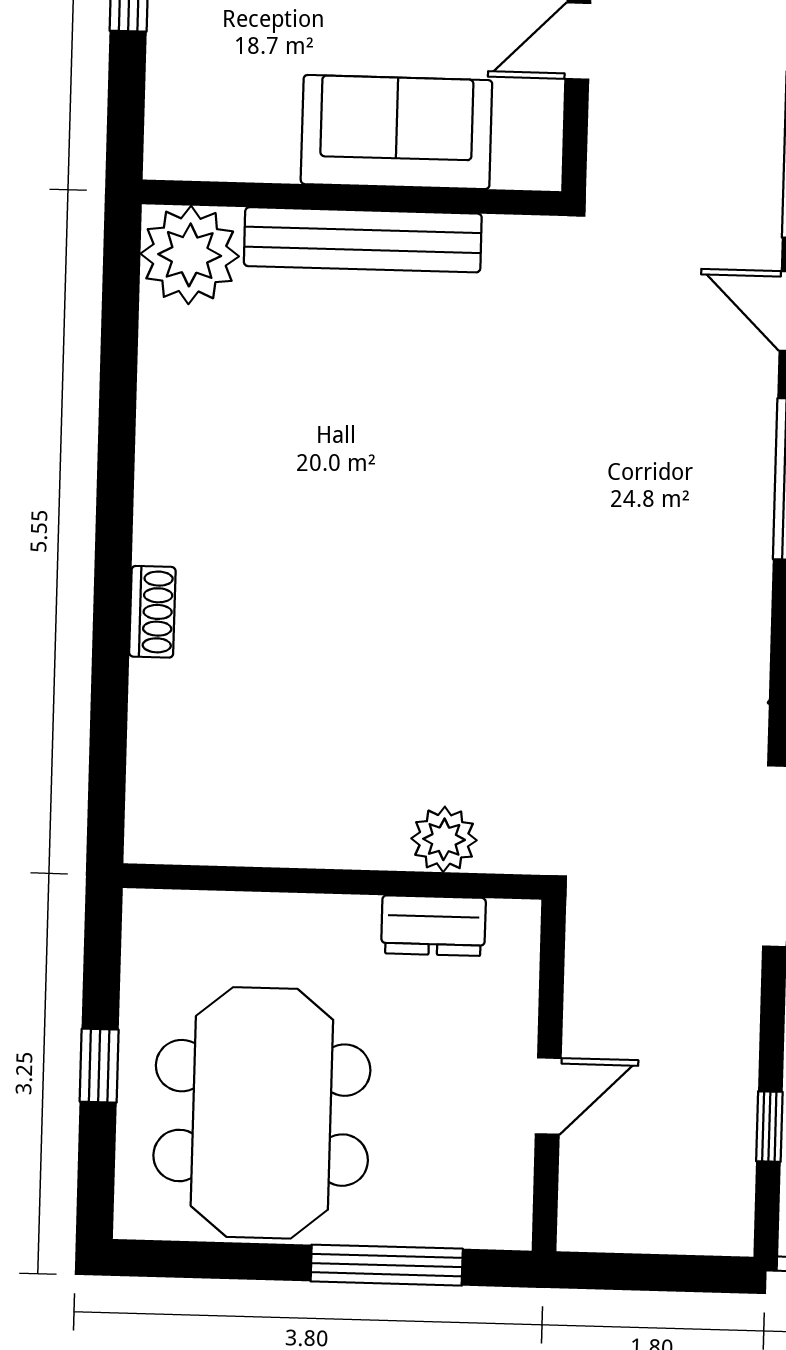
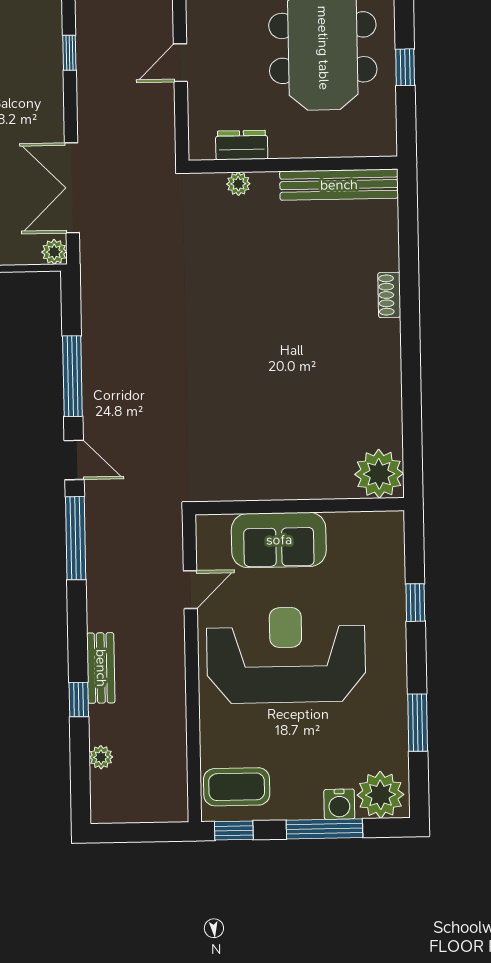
bench: (363, 240) -> (339, 185), moved
plant: (444, 839) -> (238, 184), width x0.73, depth x0.73

